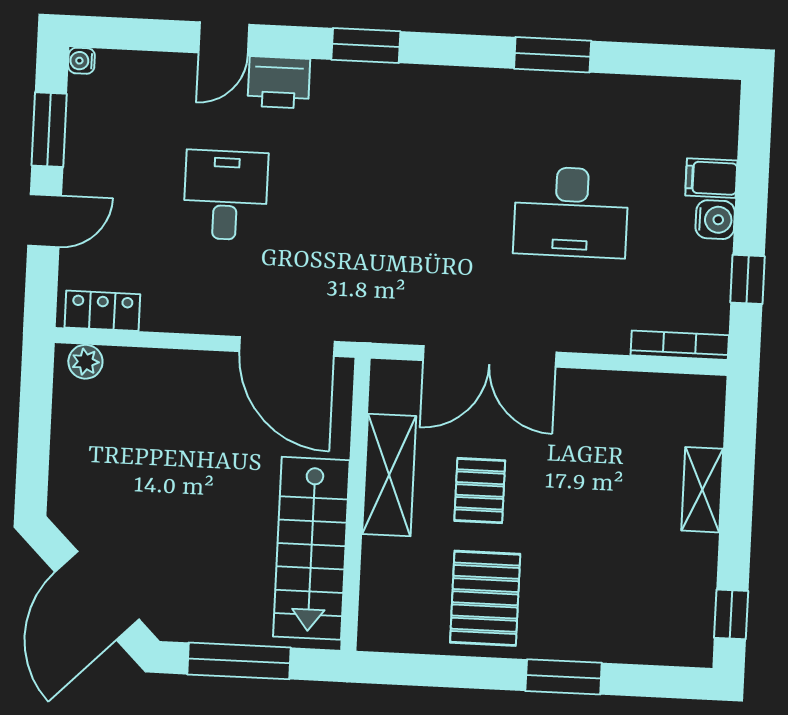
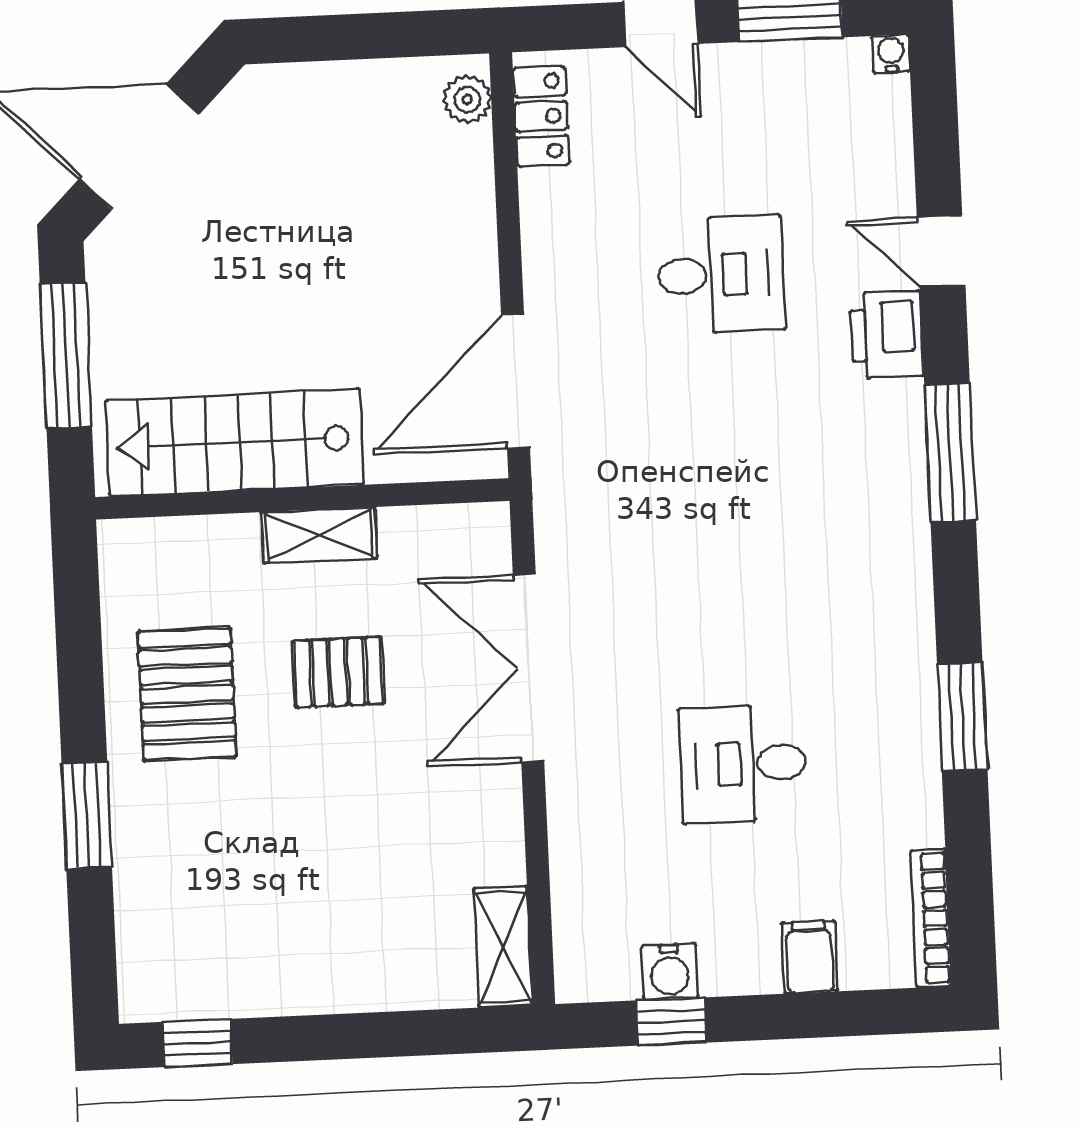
window: (366, 46) -> (950, 452), width x1.44
desk: (571, 212) -> (743, 764), width x0.73
water cooler: (715, 220) -> (670, 972), moved
bookcase: (680, 345) -> (931, 918), moved, turned 180
shelving: (389, 475) -> (319, 535), width x0.67, depth x0.75
shelving: (702, 490) -> (503, 947), moved, turned 90
pallet: (485, 598) -> (187, 694), turned 90

